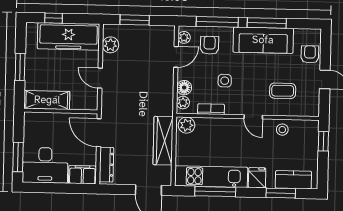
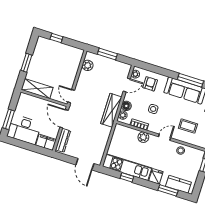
window: (217, 22) -> (159, 70), removed
freezer: (69, 36) -> (63, 52), removed
door: (100, 78) -> (71, 96), moved
door: (253, 117) -> (165, 137), swing flipped
plant: (187, 125) -> (143, 137), moved
wardrobe: (163, 141) -> (111, 110), moved
window: (215, 192) -> (127, 177), width x0.46

